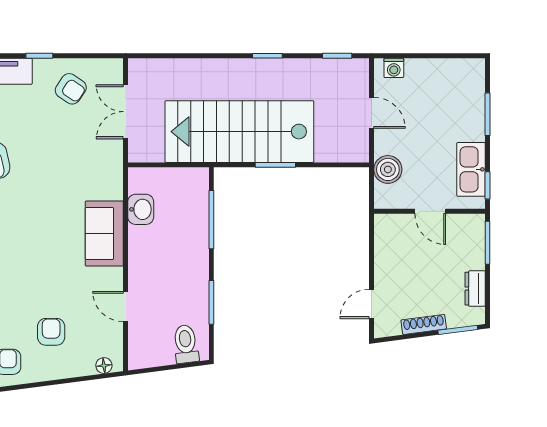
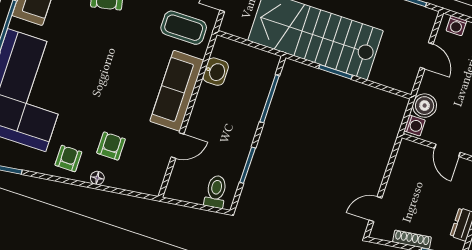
coffee table: (88, 172) -> (184, 28), added
washing machine: (384, 196) -> (415, 125), added
sofa: (104, 234) -> (177, 91), width x1.36
door: (126, 306) -> (178, 146), swing flipped
floor lamp: (104, 366) -> (97, 178), moved

